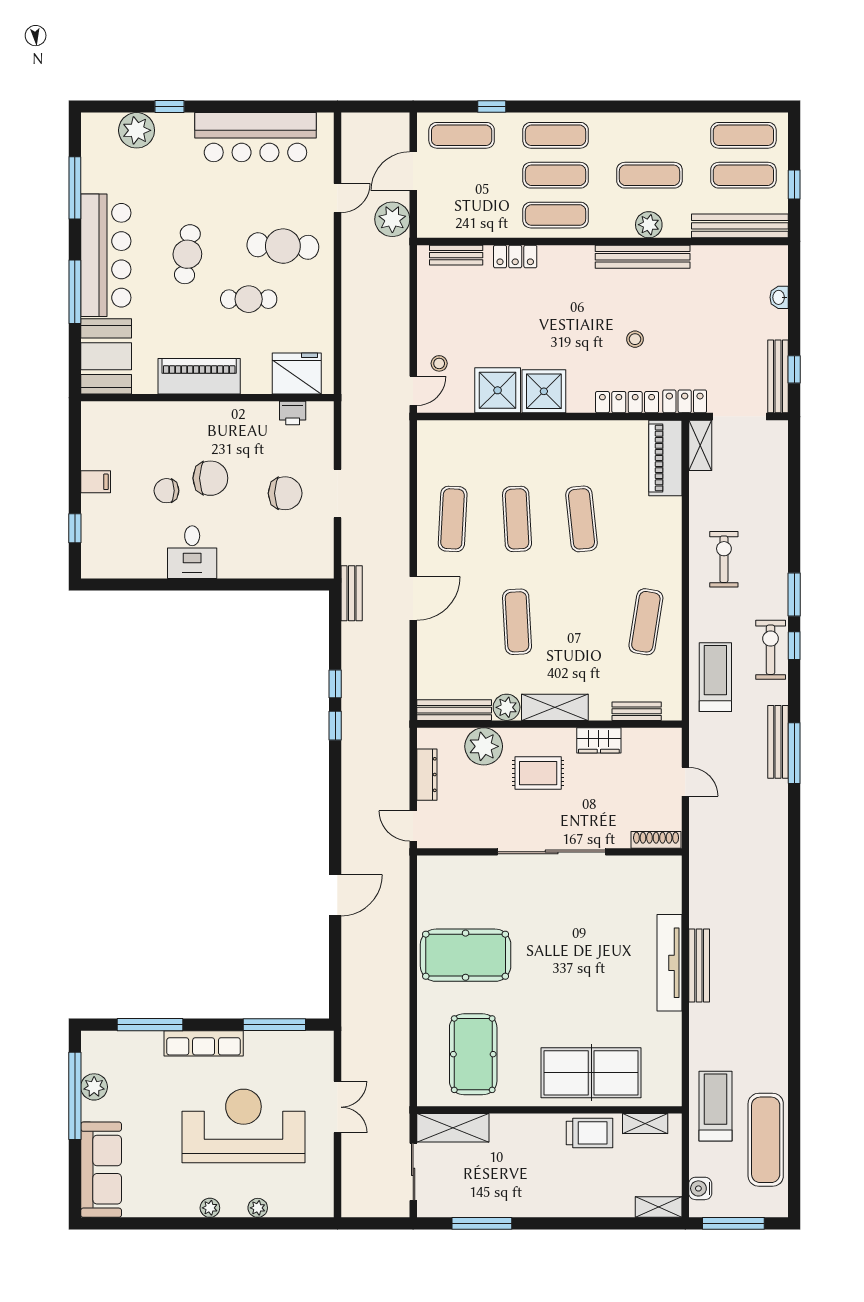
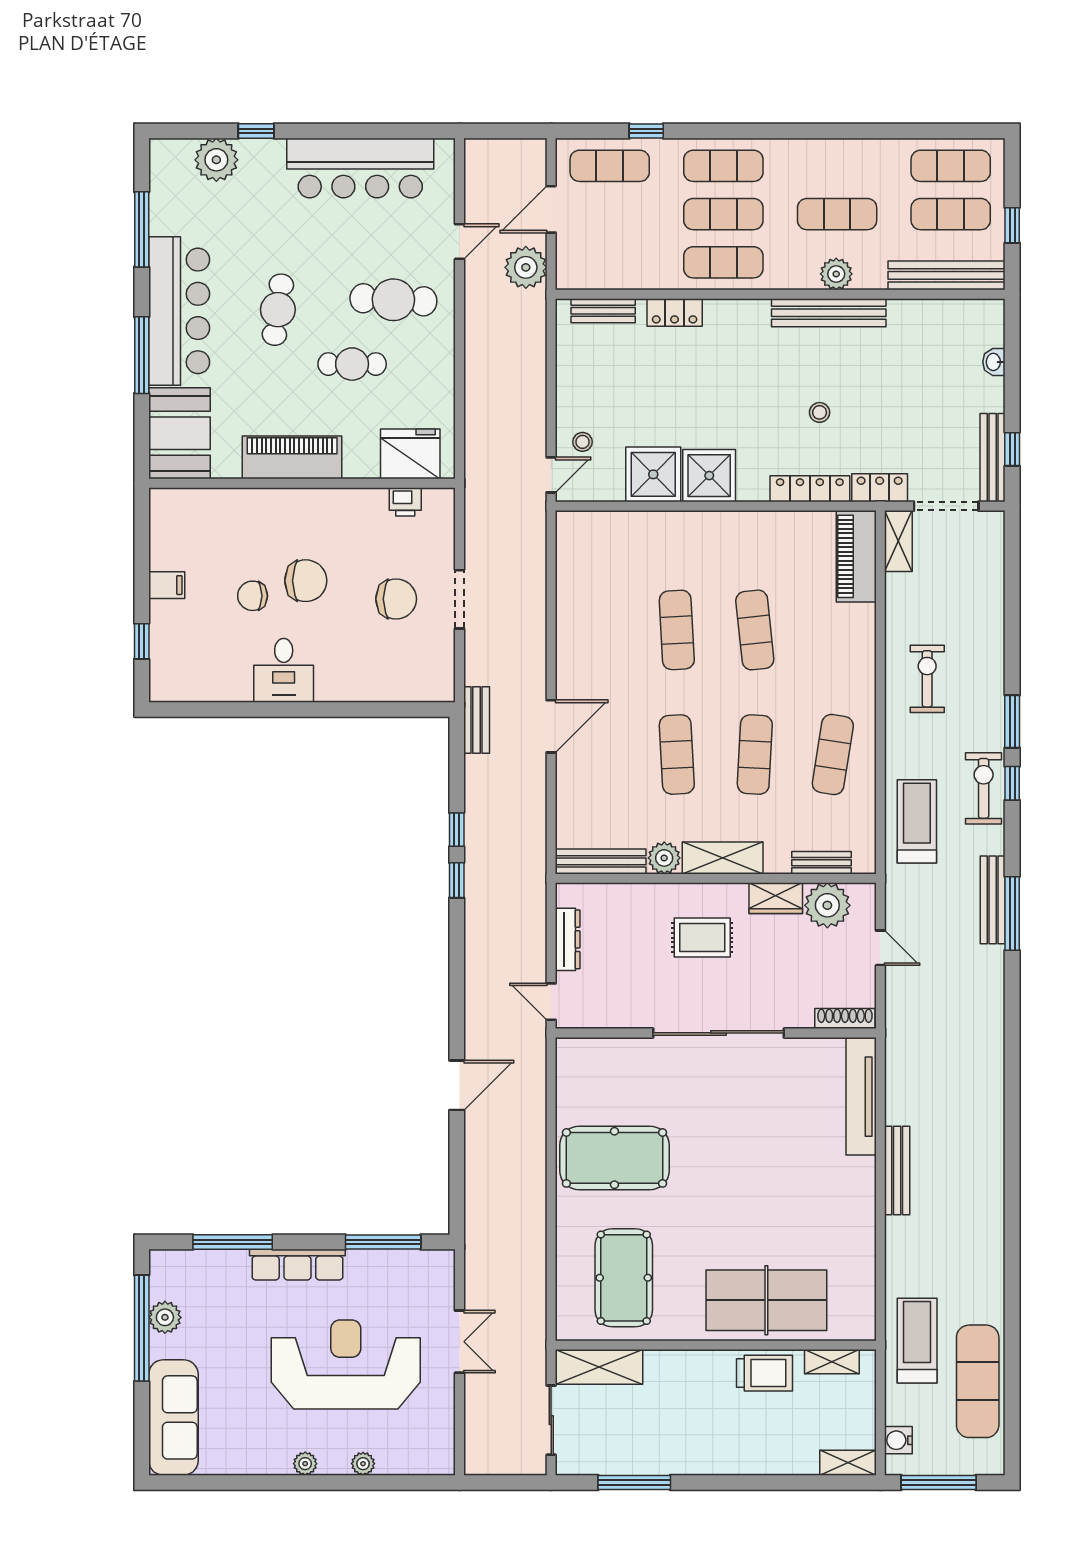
exercise mat: (453, 519) -> (755, 755), moved
plant: (484, 746) -> (827, 905), moved
tv unit: (669, 963) -> (861, 1097), moved

